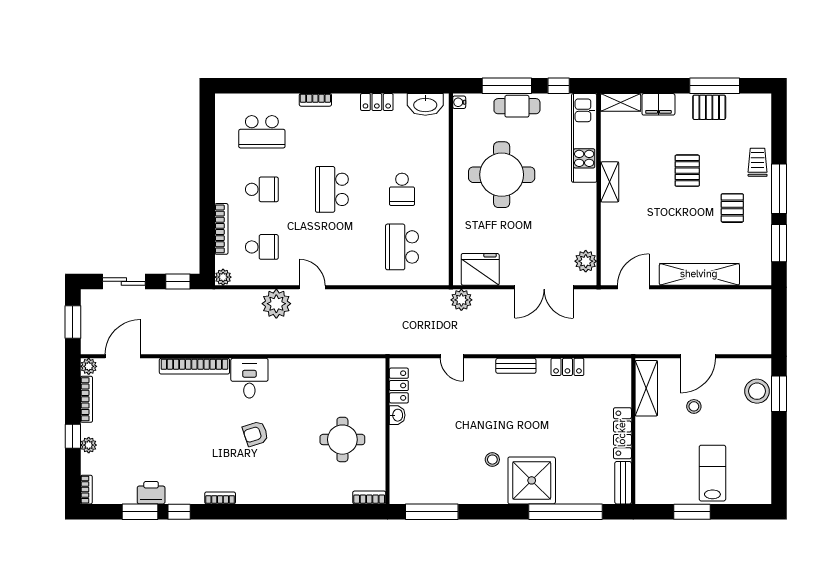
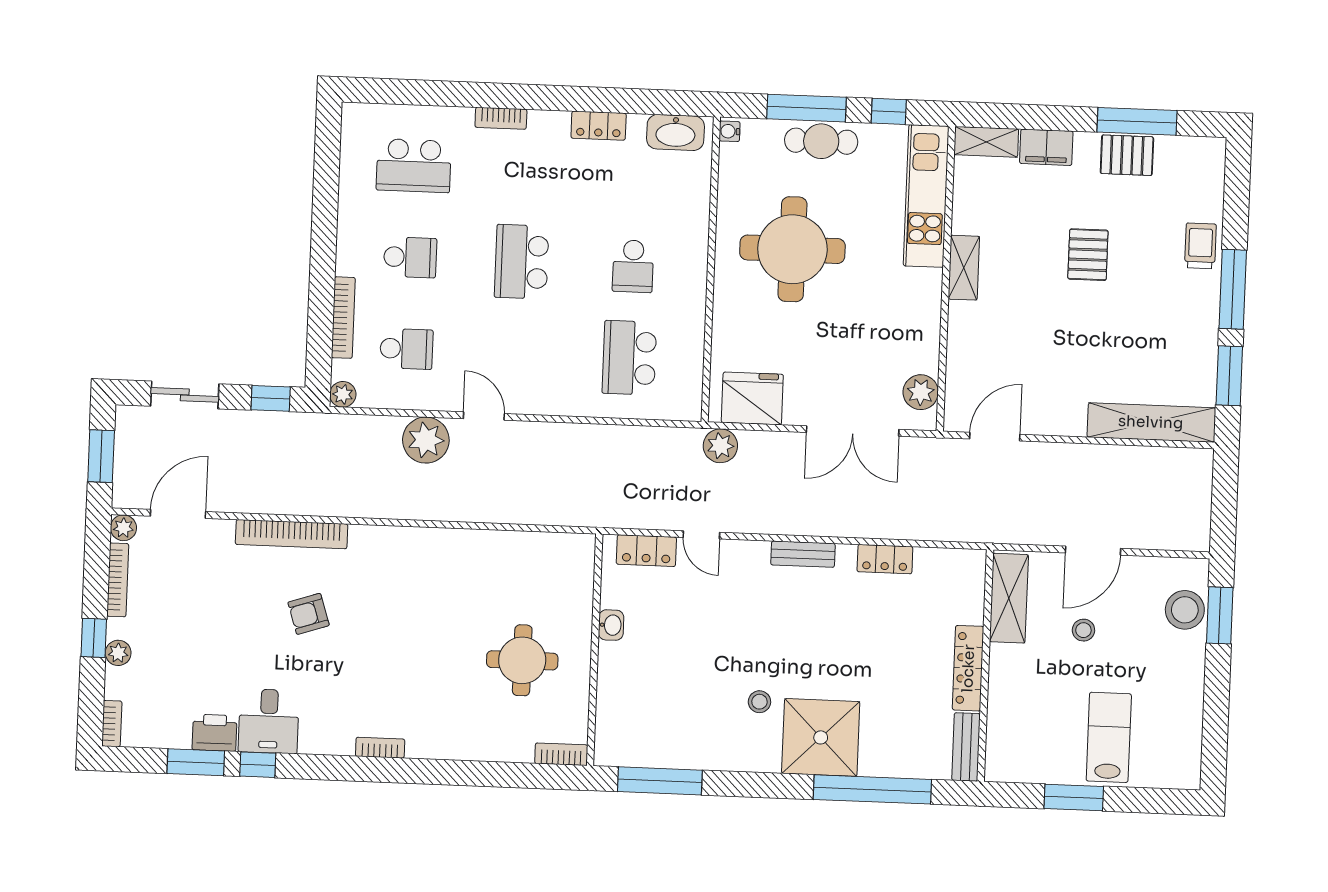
pallet: (732, 208) -> (1157, 317), removed
shelving: (699, 274) -> (1151, 422), moved
desk: (249, 378) -> (269, 721), moved, turned 180
locker: (399, 386) -> (646, 551), moved, turned 90
armchair: (255, 434) -> (309, 614), moved
bookcase: (220, 498) -> (380, 748), moved

